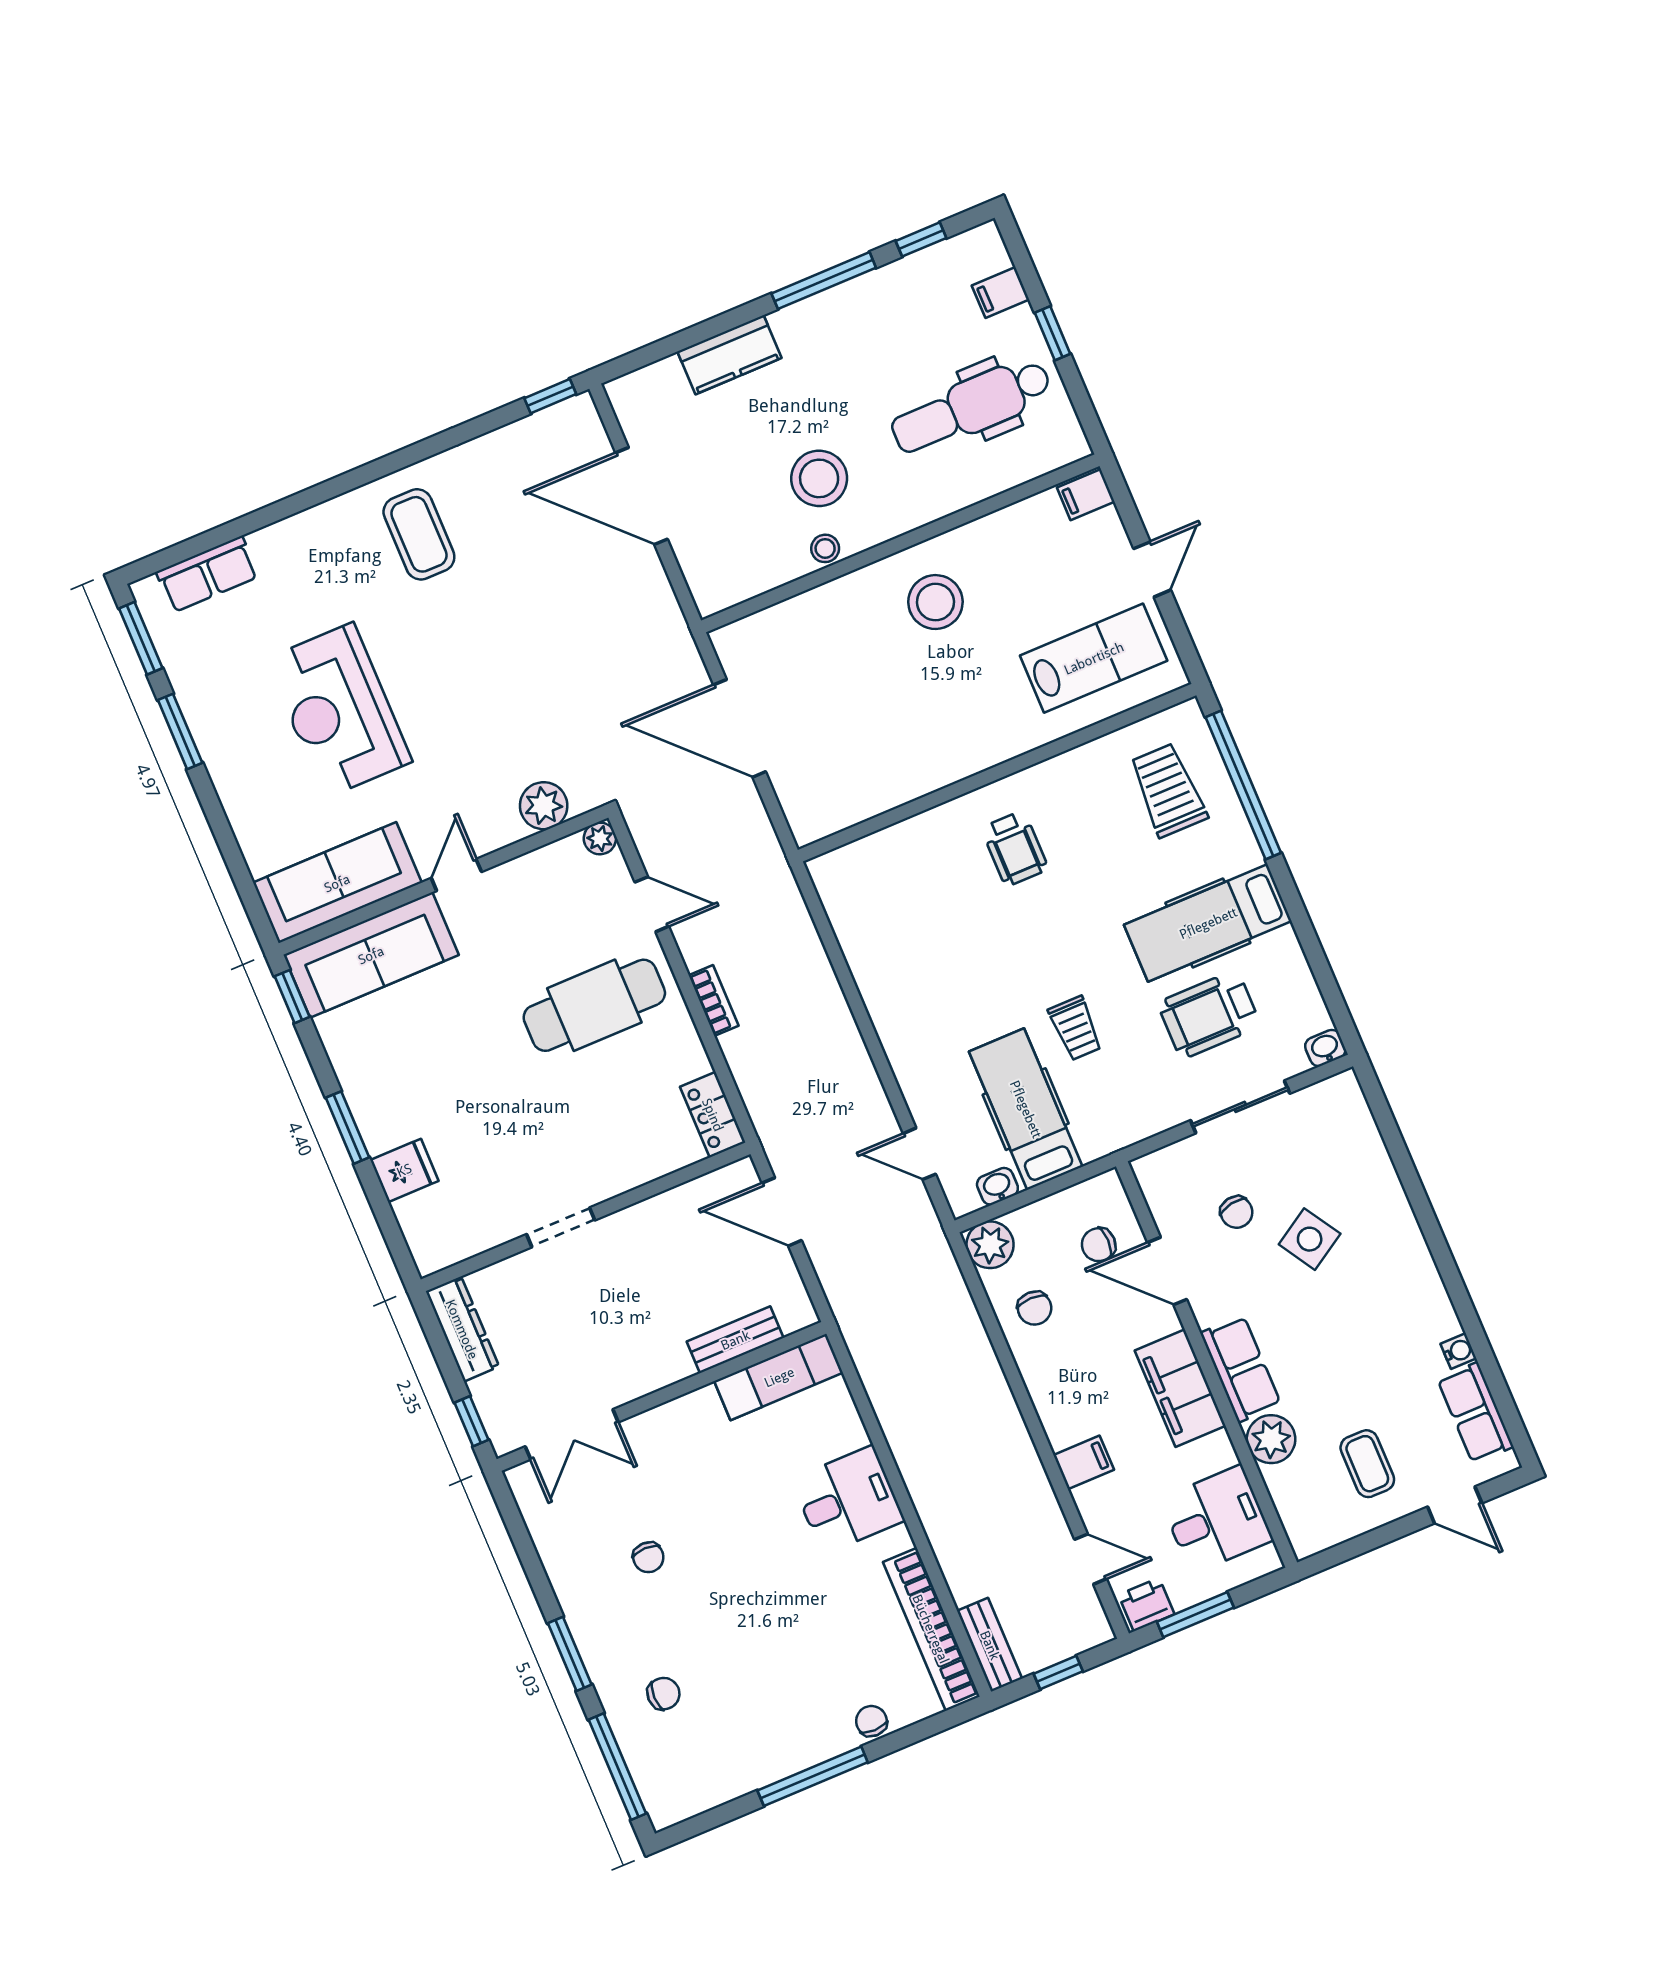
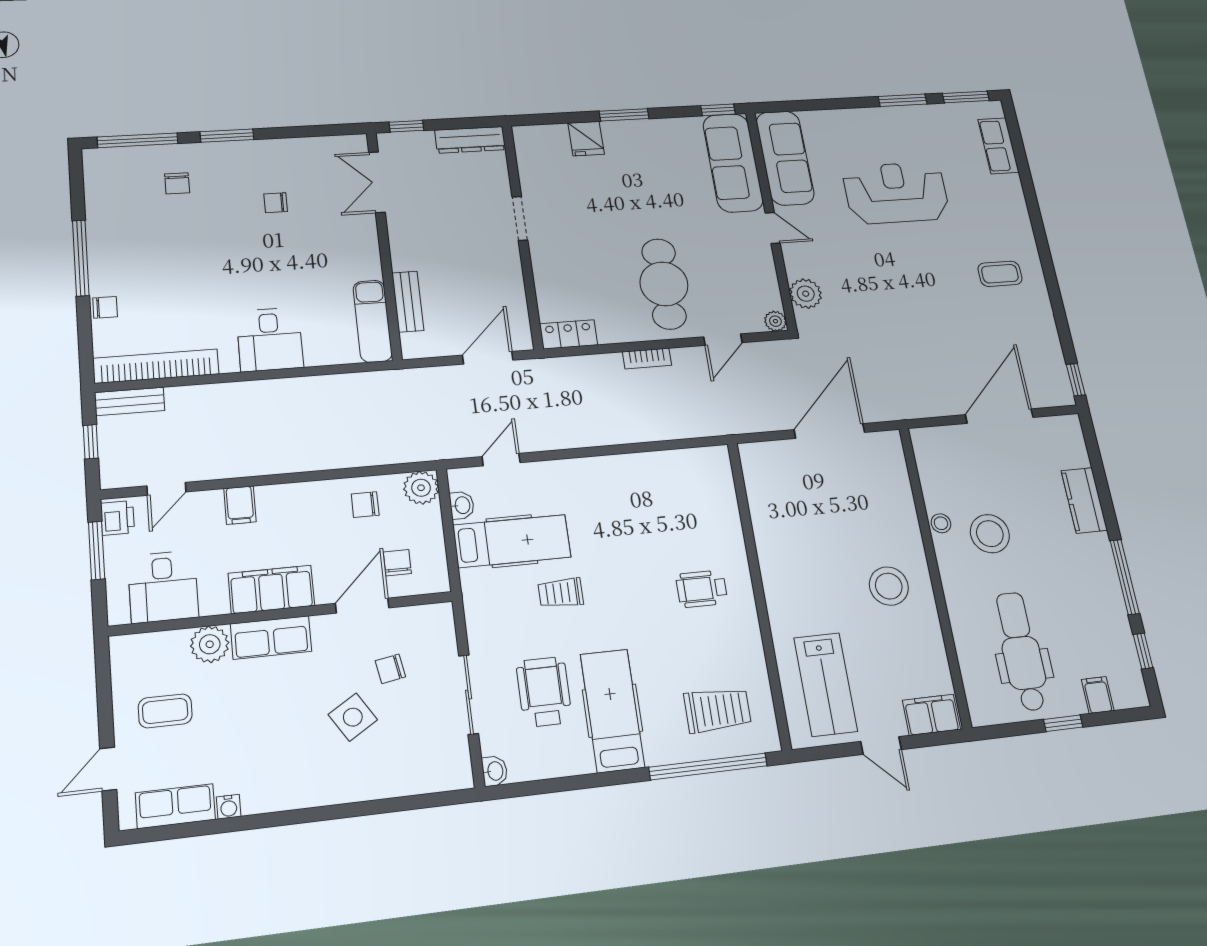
filing cabinet: (1086, 495) -> (931, 715), width x2.00
coffee table: (419, 534) -> (1000, 274), width x0.73, depth x0.77

